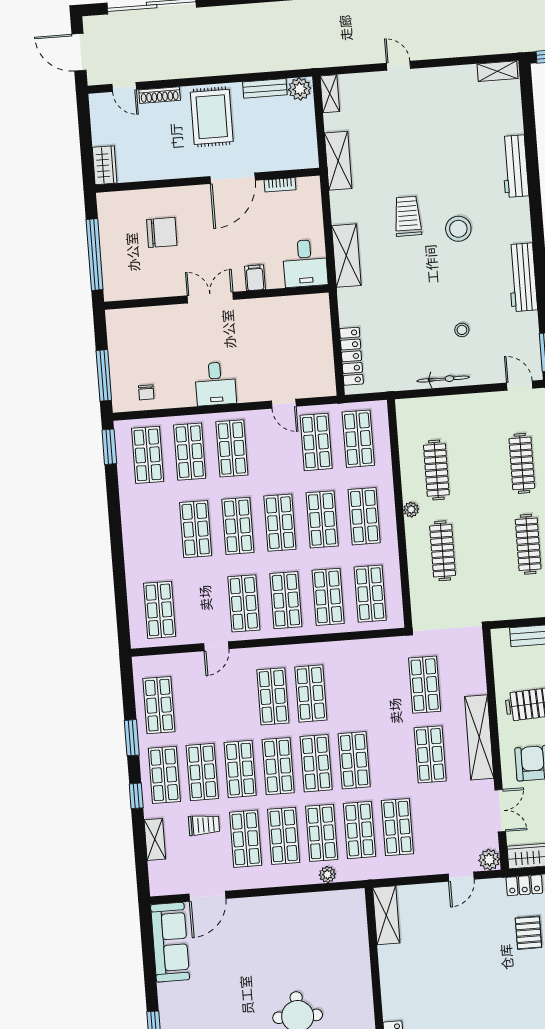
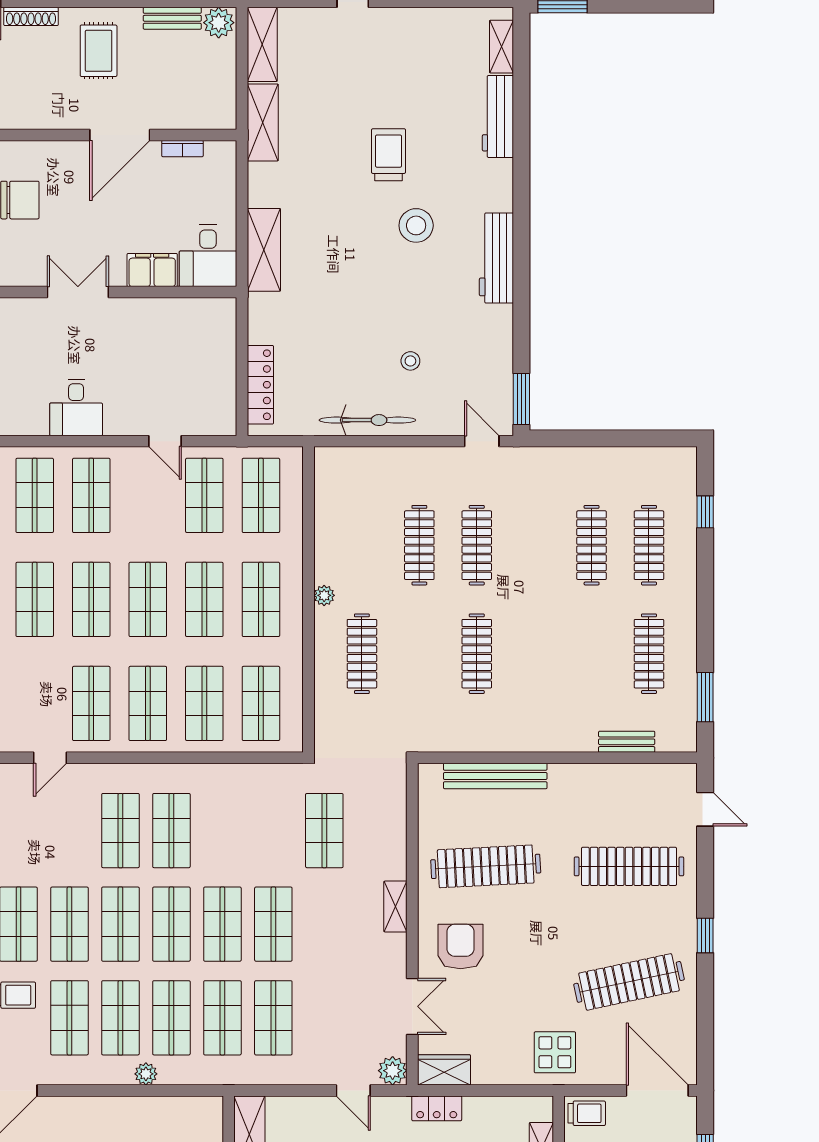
shelving: (498, 71) -> (501, 47), moved, turned 90
shelving: (330, 94) -> (262, 44), width x1.50, depth x1.33
rug: (212, 117) -> (99, 51), width x0.73, depth x0.70
workbench: (515, 166) -> (498, 116), moved
trolley: (408, 216) -> (389, 155), moved
workbench: (522, 277) -> (496, 258), moved
filing cabinet: (255, 278) -> (152, 270), width x2.00
bicycle: (443, 379) -> (367, 420), width x1.37, depth x1.40
clothes rail: (436, 470) -> (419, 545), moved
shelving: (479, 737) -> (395, 907), width x0.45, depth x0.75
shop shelf: (430, 754) -> (273, 924), moved
plant: (327, 875) -> (146, 1074), moved
door: (461, 877) -> (353, 1090), hinge flipped

